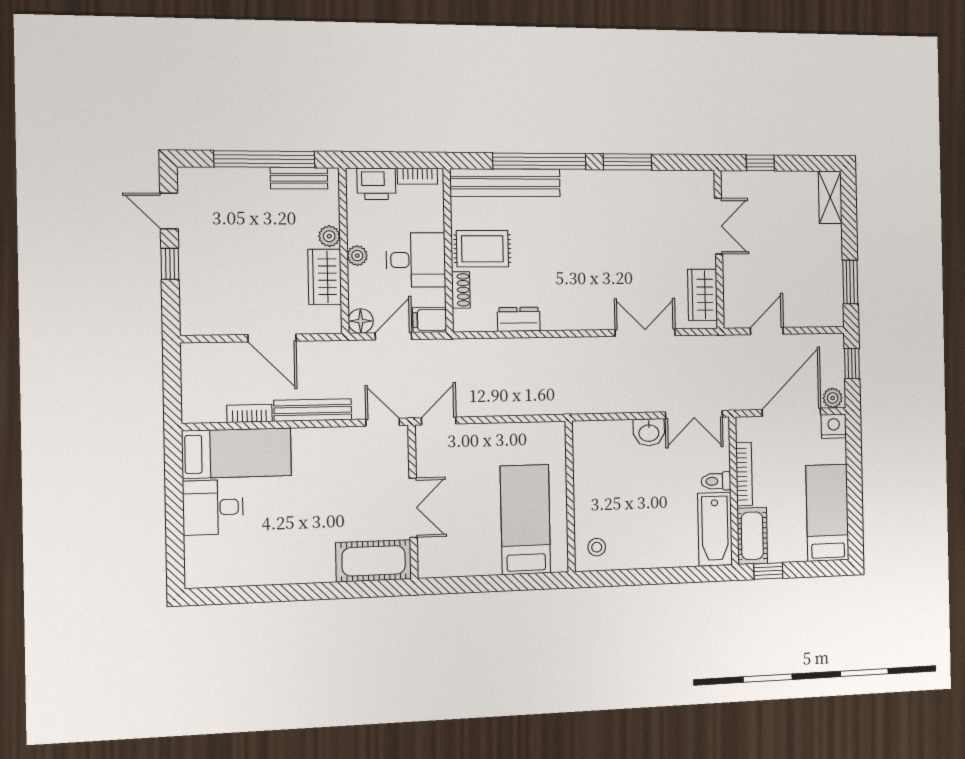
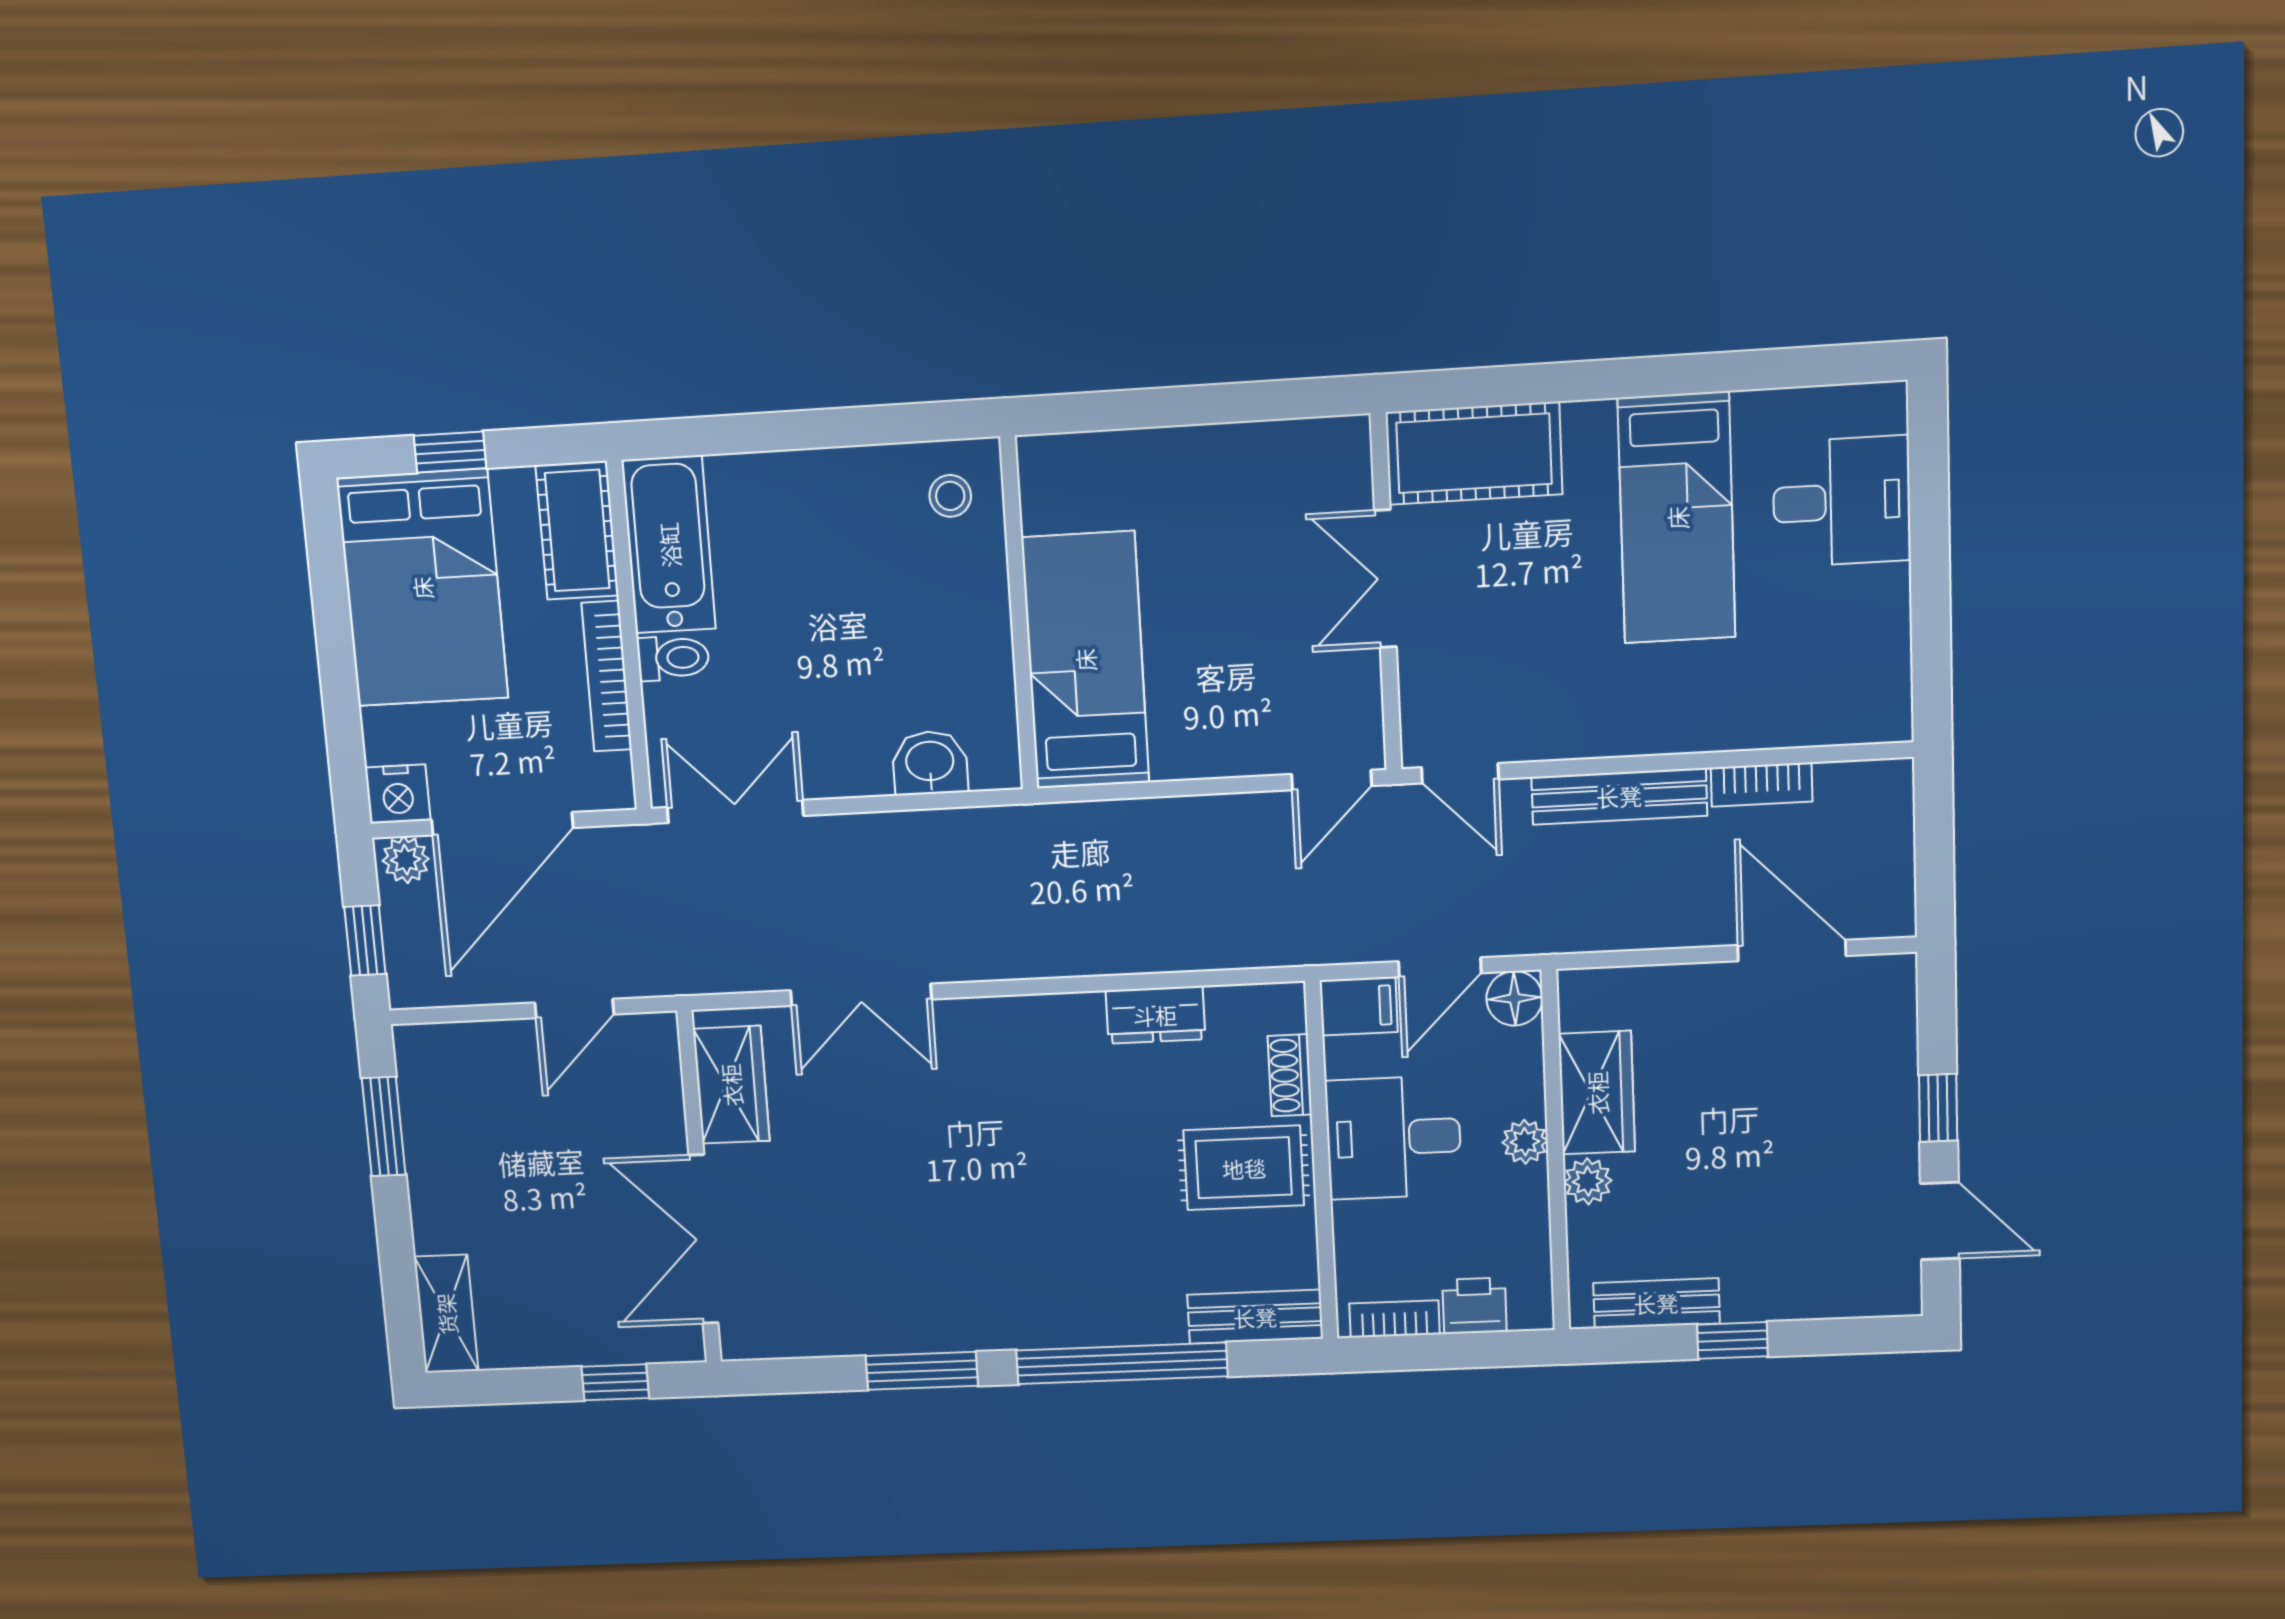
window: (264, 159) -> (1733, 1340), width x0.32
bench: (505, 183) -> (1255, 1317), width x0.54, depth x0.82
printer: (376, 184) -> (1474, 1306), width x0.73, depth x0.81
double door: (719, 226) -> (704, 1239), width x1.37
door: (272, 338) -> (1792, 951), moved
washbasin: (649, 432) -> (930, 763), moved
bed: (237, 453) -> (1677, 518), moved, turned -90
desk: (213, 507) -> (1842, 502), moved
bed: (827, 513) -> (422, 588), width x1.50
bed: (525, 520) -> (1085, 660), moved, turned 180
window: (768, 571) -> (450, 452), moved

